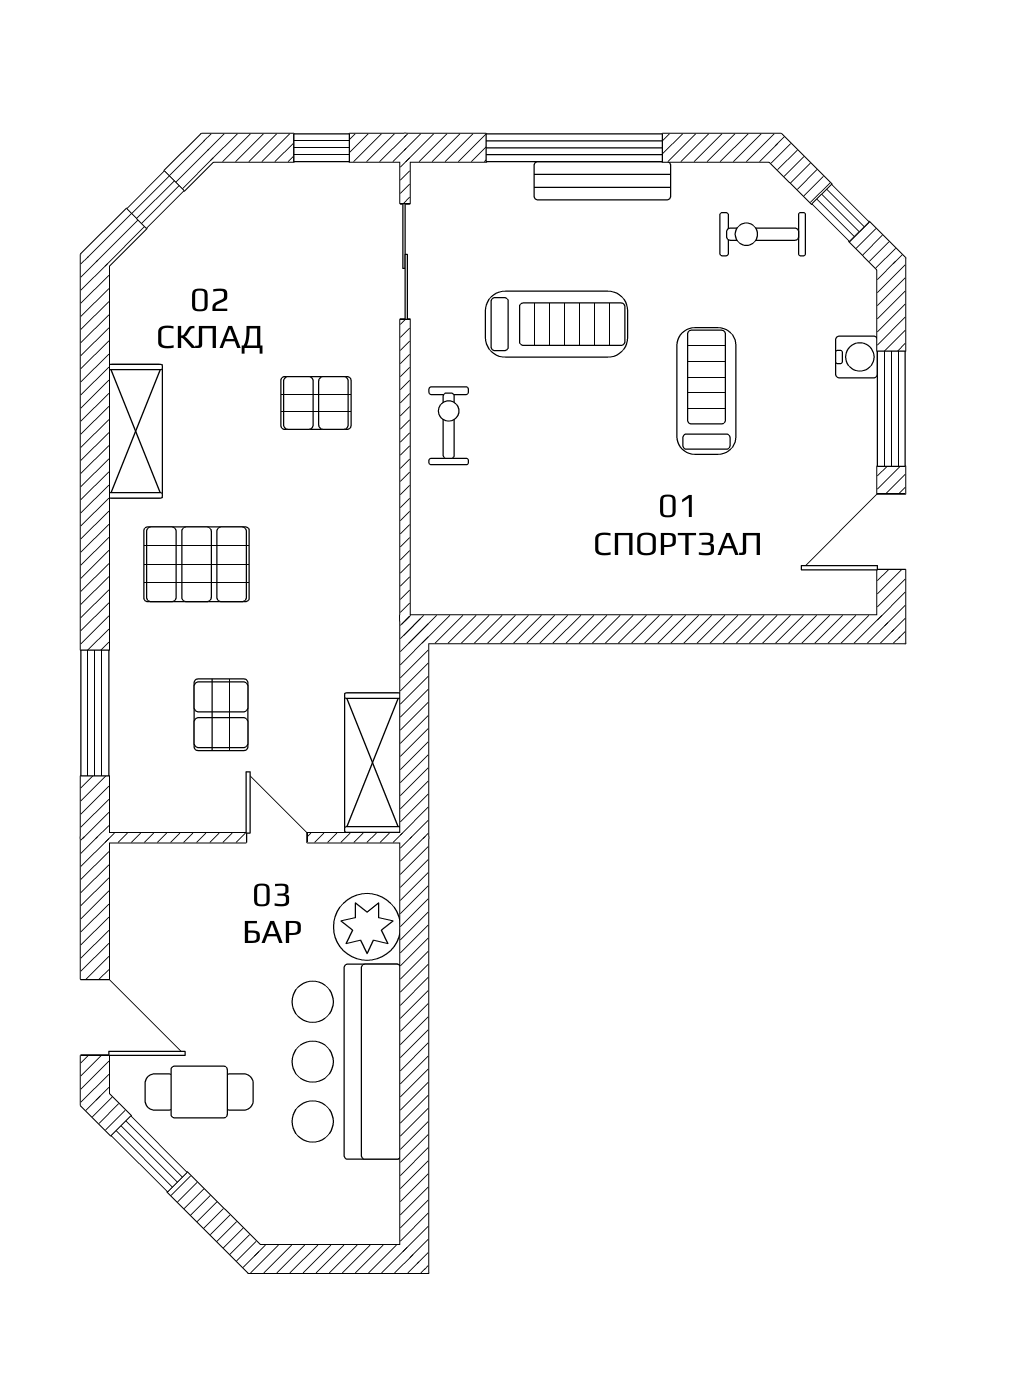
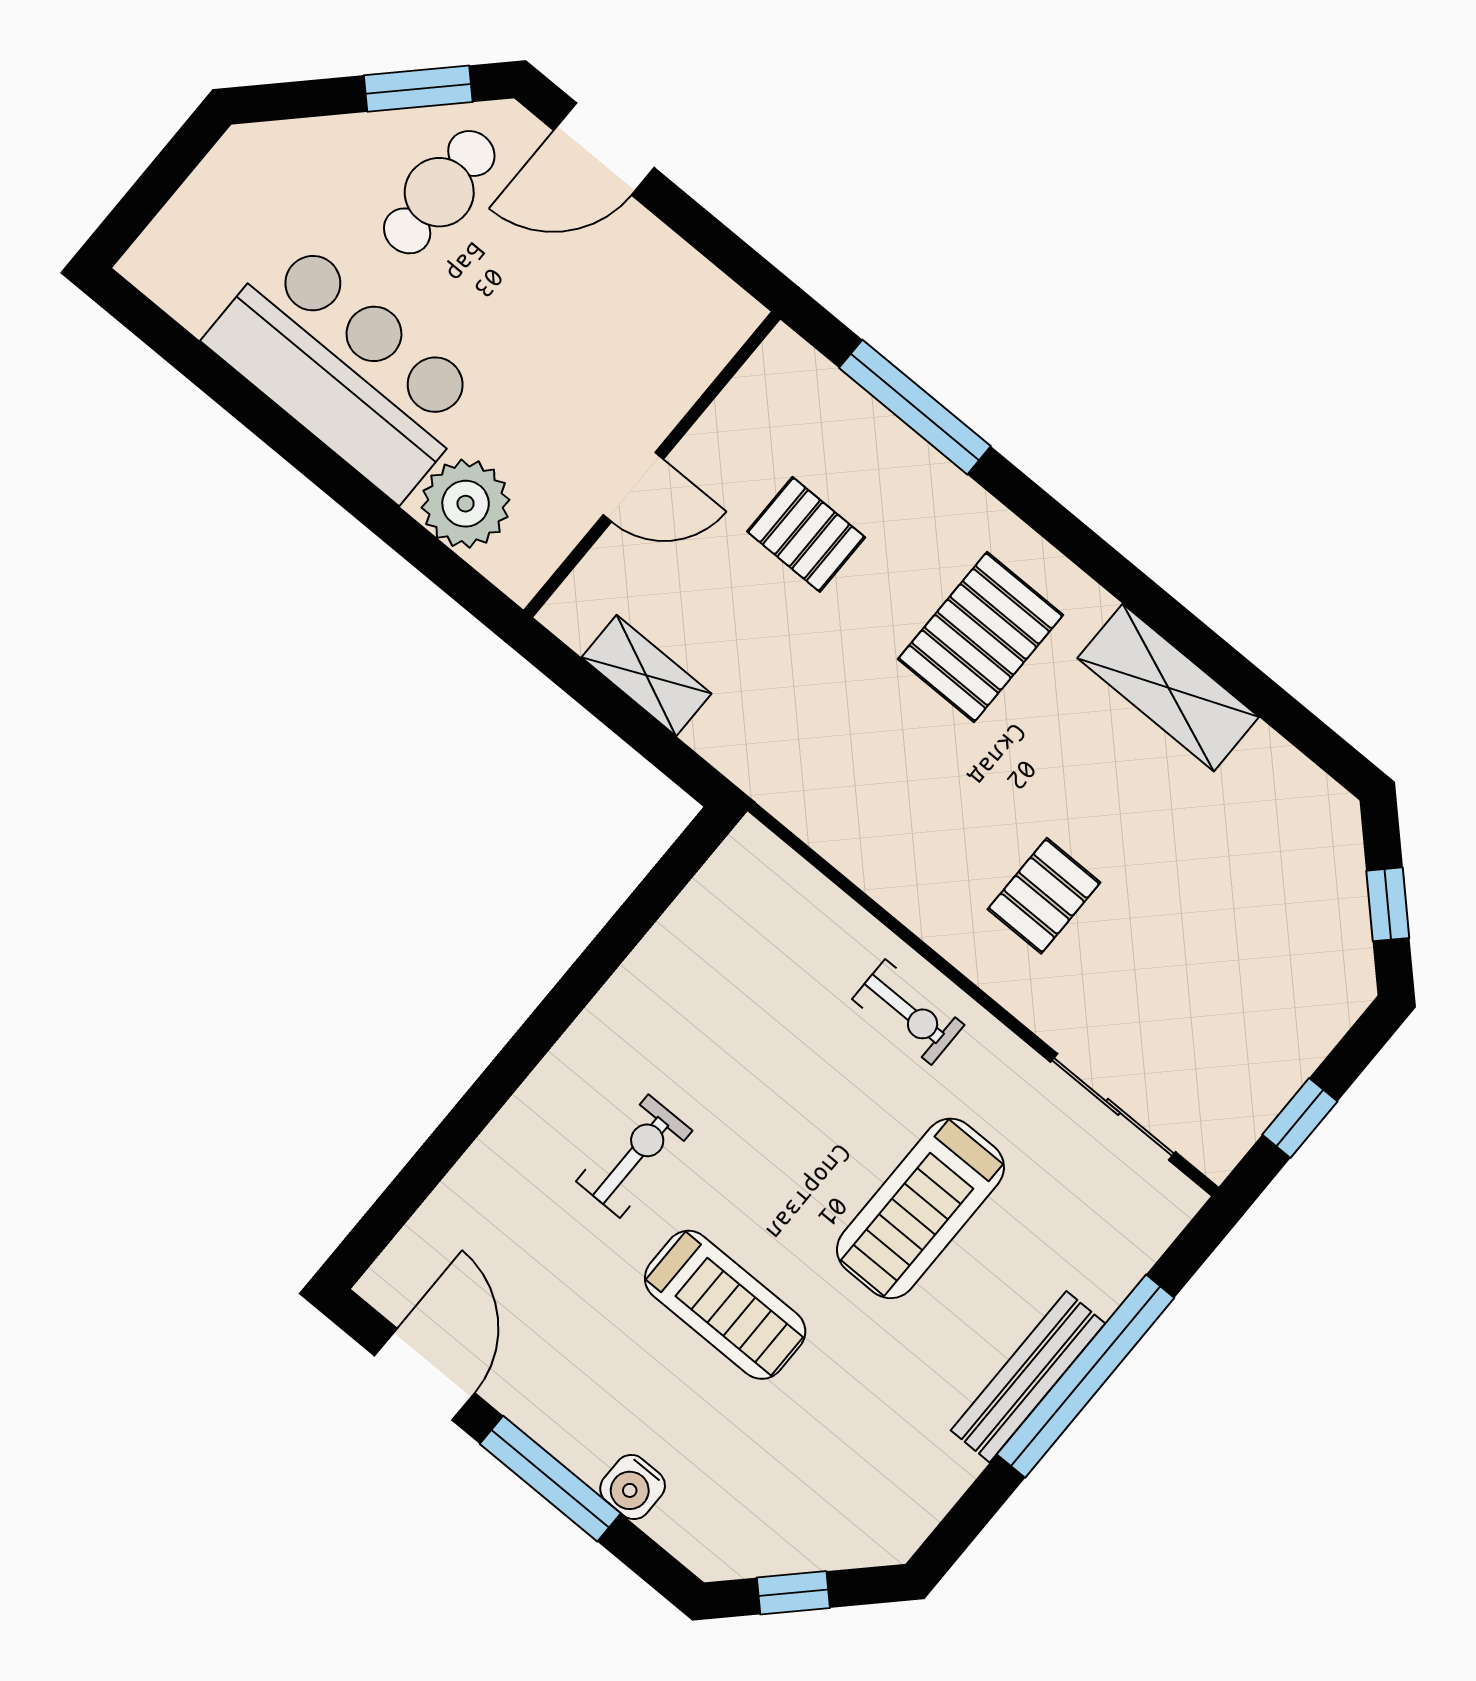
exercise bike: (763, 234) -> (634, 1156), moved
shelving: (373, 763) -> (646, 676), width x0.67, depth x0.75

